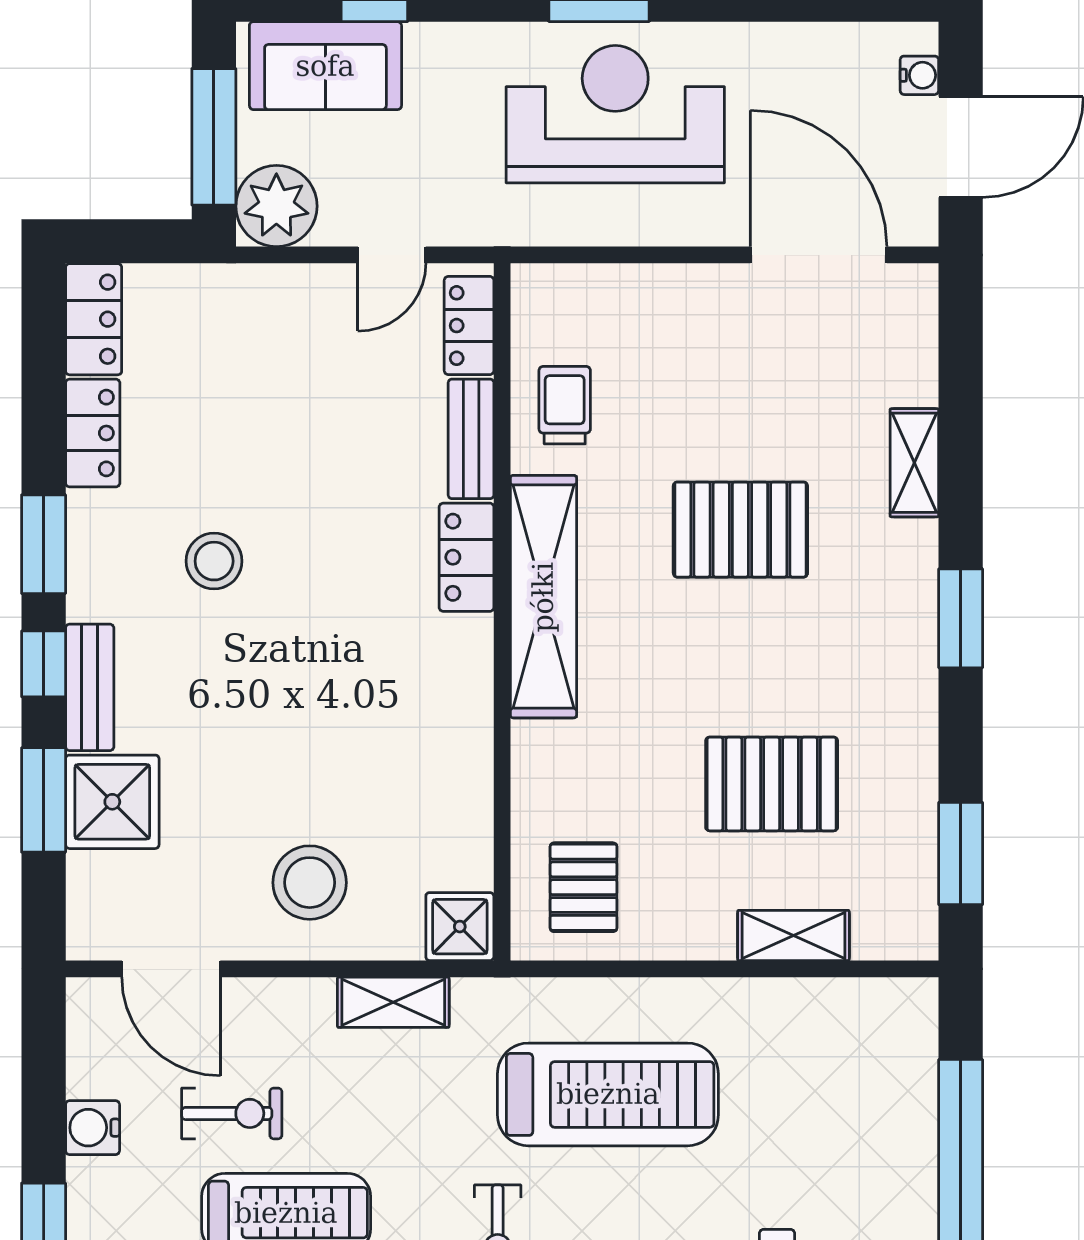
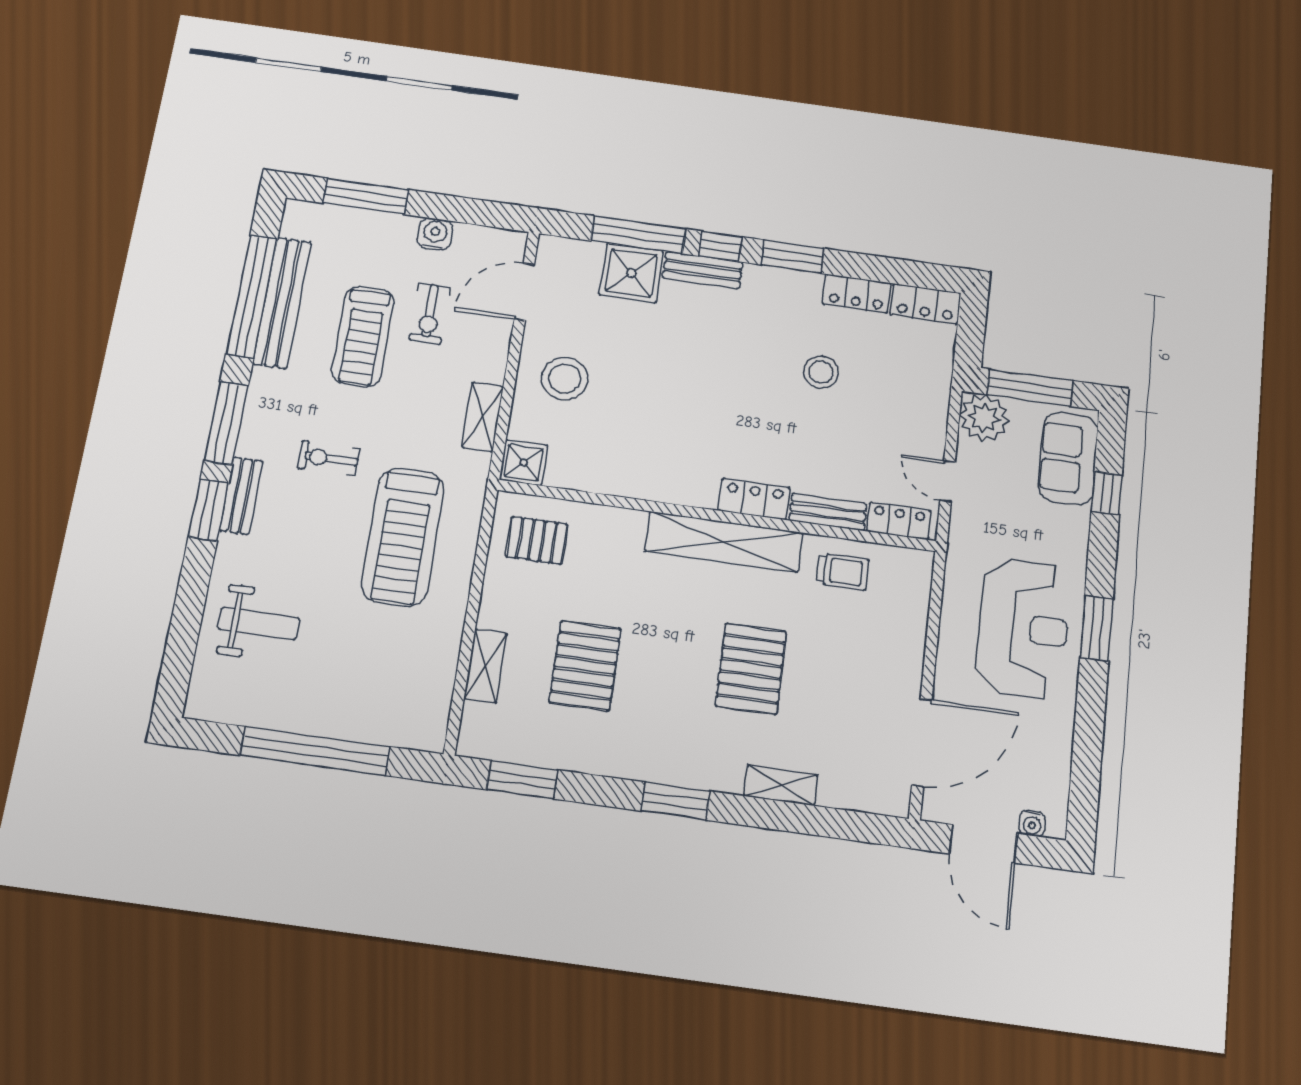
stool: (214, 561) -> (821, 372), moved
window: (44, 800) -> (638, 235), width x1.44

